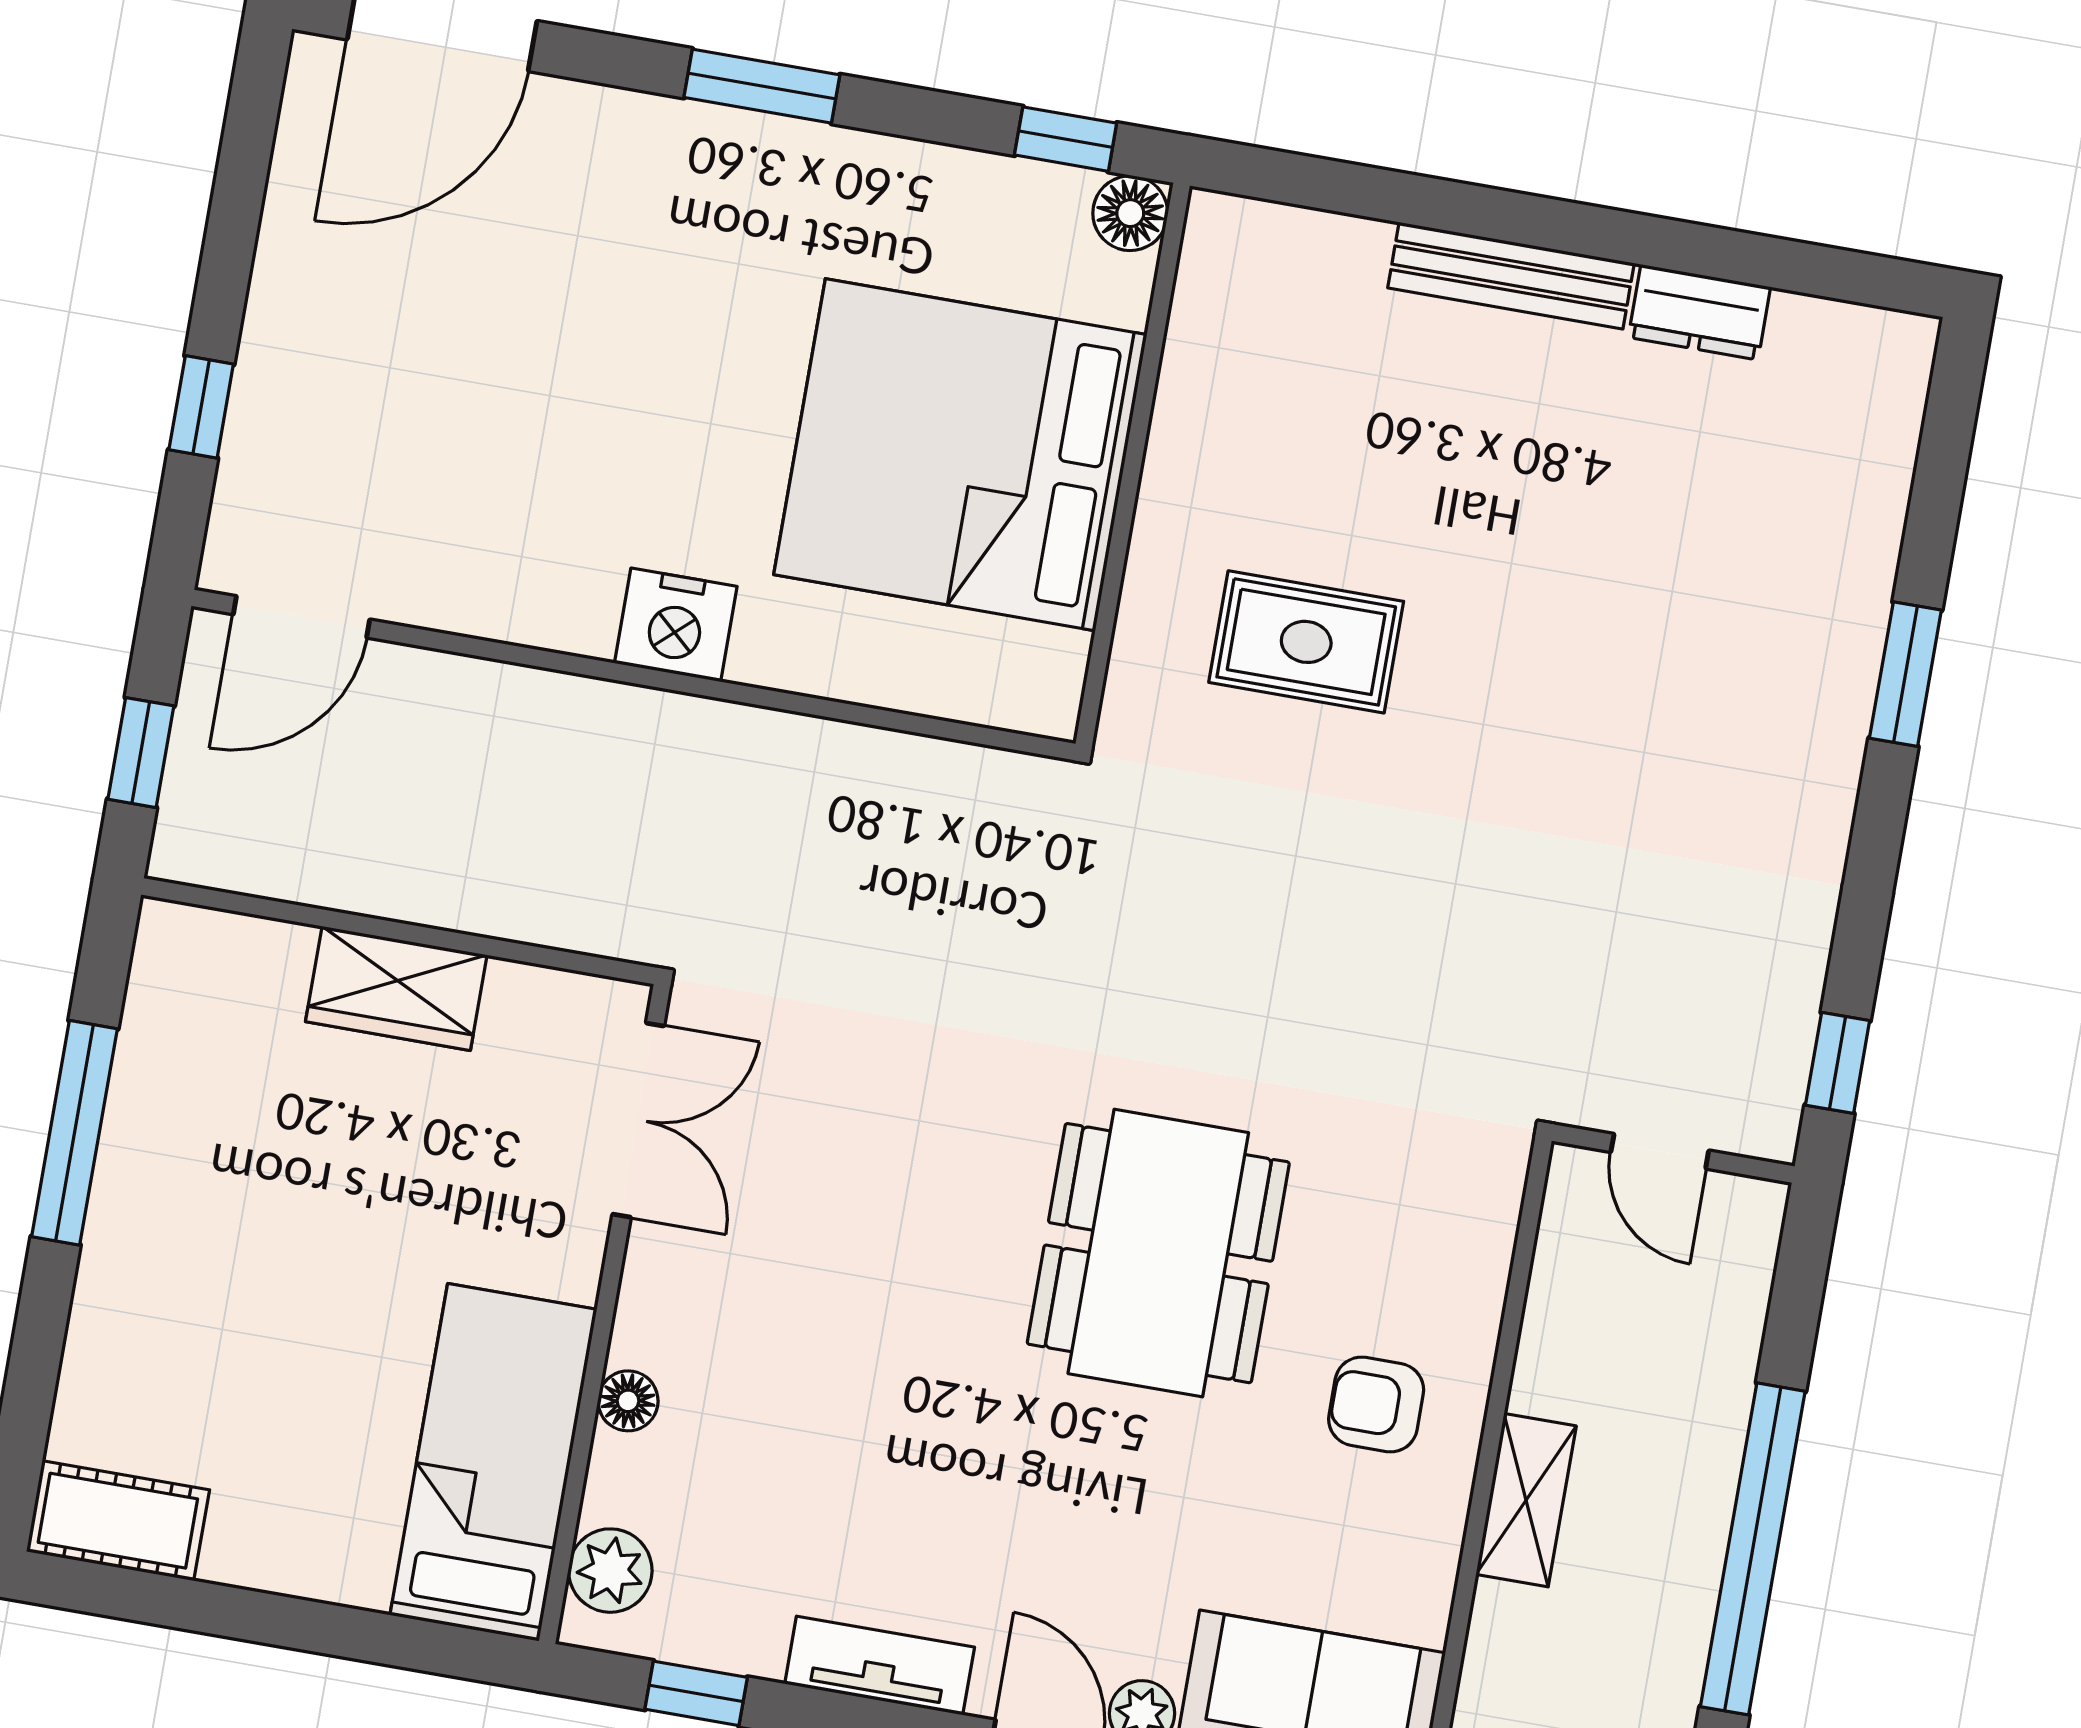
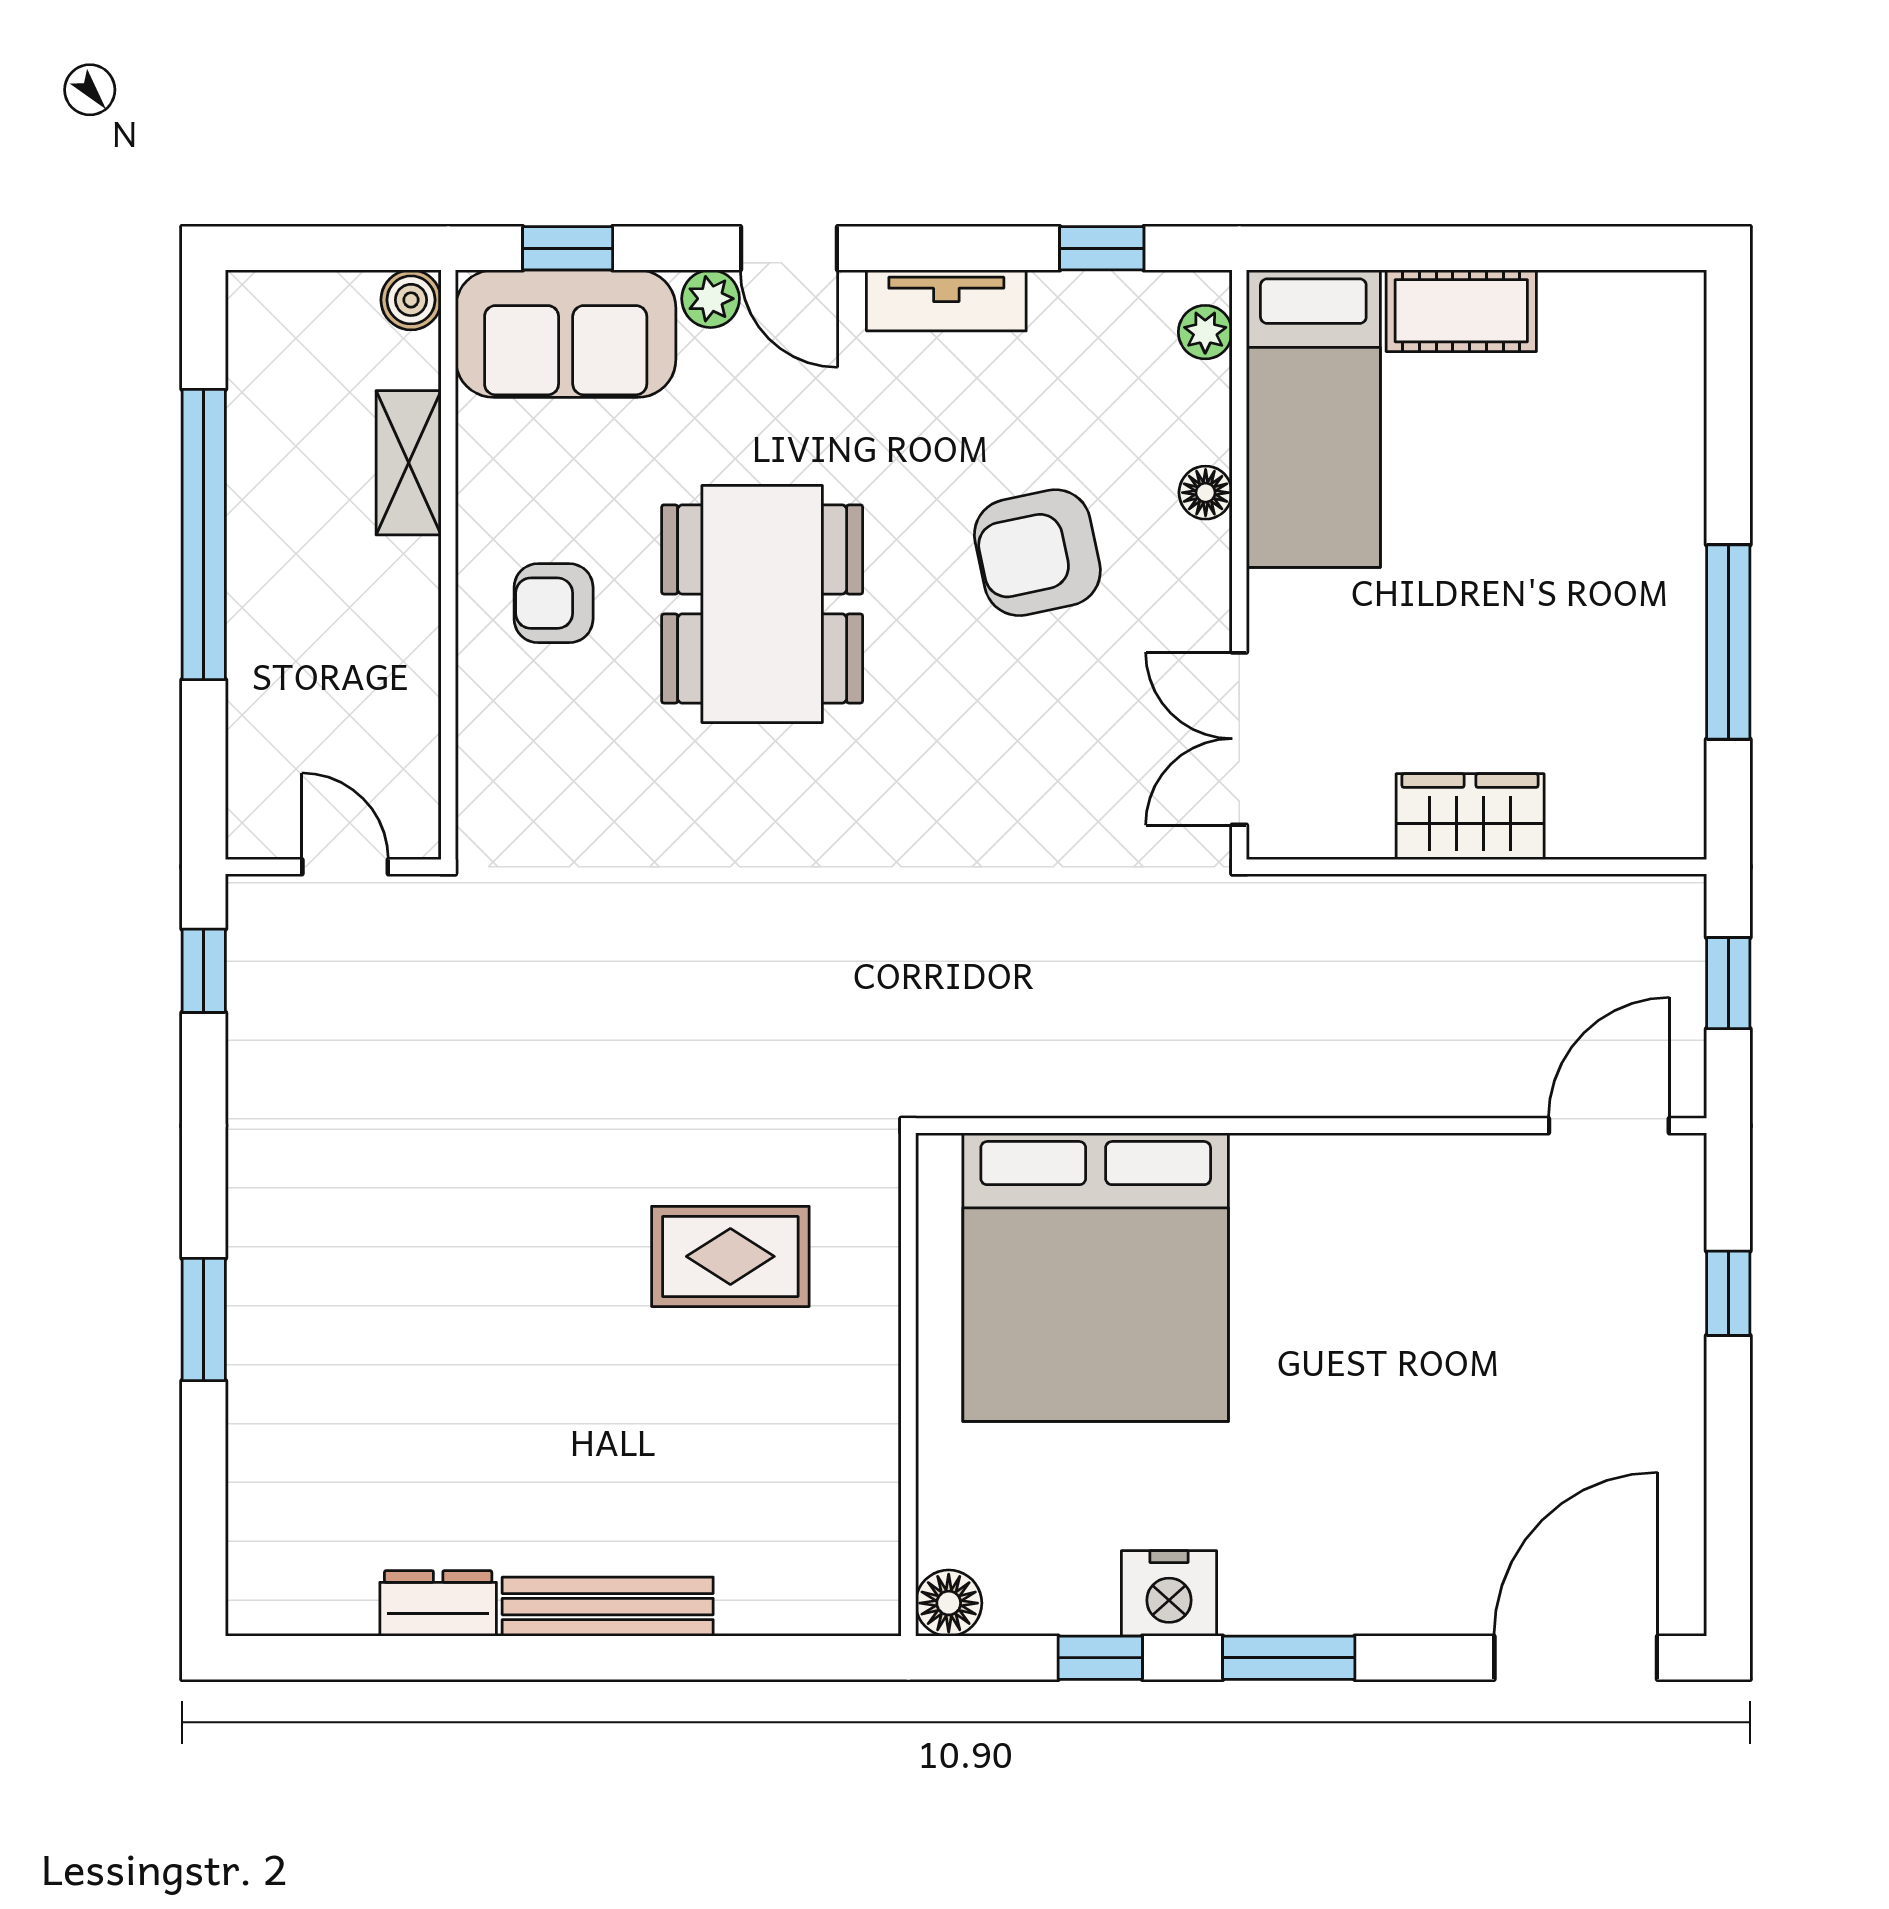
window: (1066, 139) -> (1100, 1658), moved
bed: (960, 455) -> (1096, 1277), moved, turned 90
nightstand: (676, 625) -> (1169, 1593), moved, turned 180
dining table: (1158, 1253) -> (762, 604), moved
armchair: (827, 1367) -> (1037, 553), added
armchair: (1376, 1404) -> (554, 603), turned 180
shelving: (1526, 1500) -> (409, 463), moved
cot: (118, 1521) -> (1461, 311), moved
plant: (610, 1571) -> (1205, 332), width x0.73, depth x0.73

